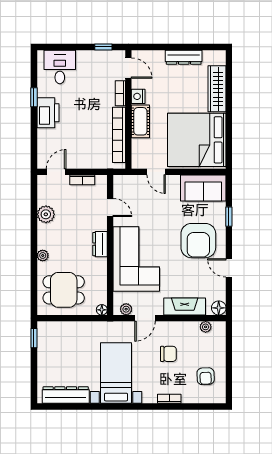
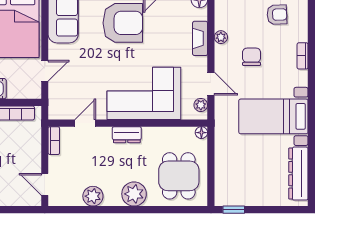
bookcase: (82, 180) -> (54, 141), moved
plant: (43, 255) -> (134, 194), width x1.87, depth x1.87
fireplace: (185, 307) -> (200, 38), width x0.73, depth x0.76
plant: (206, 327) -> (221, 37), moved

